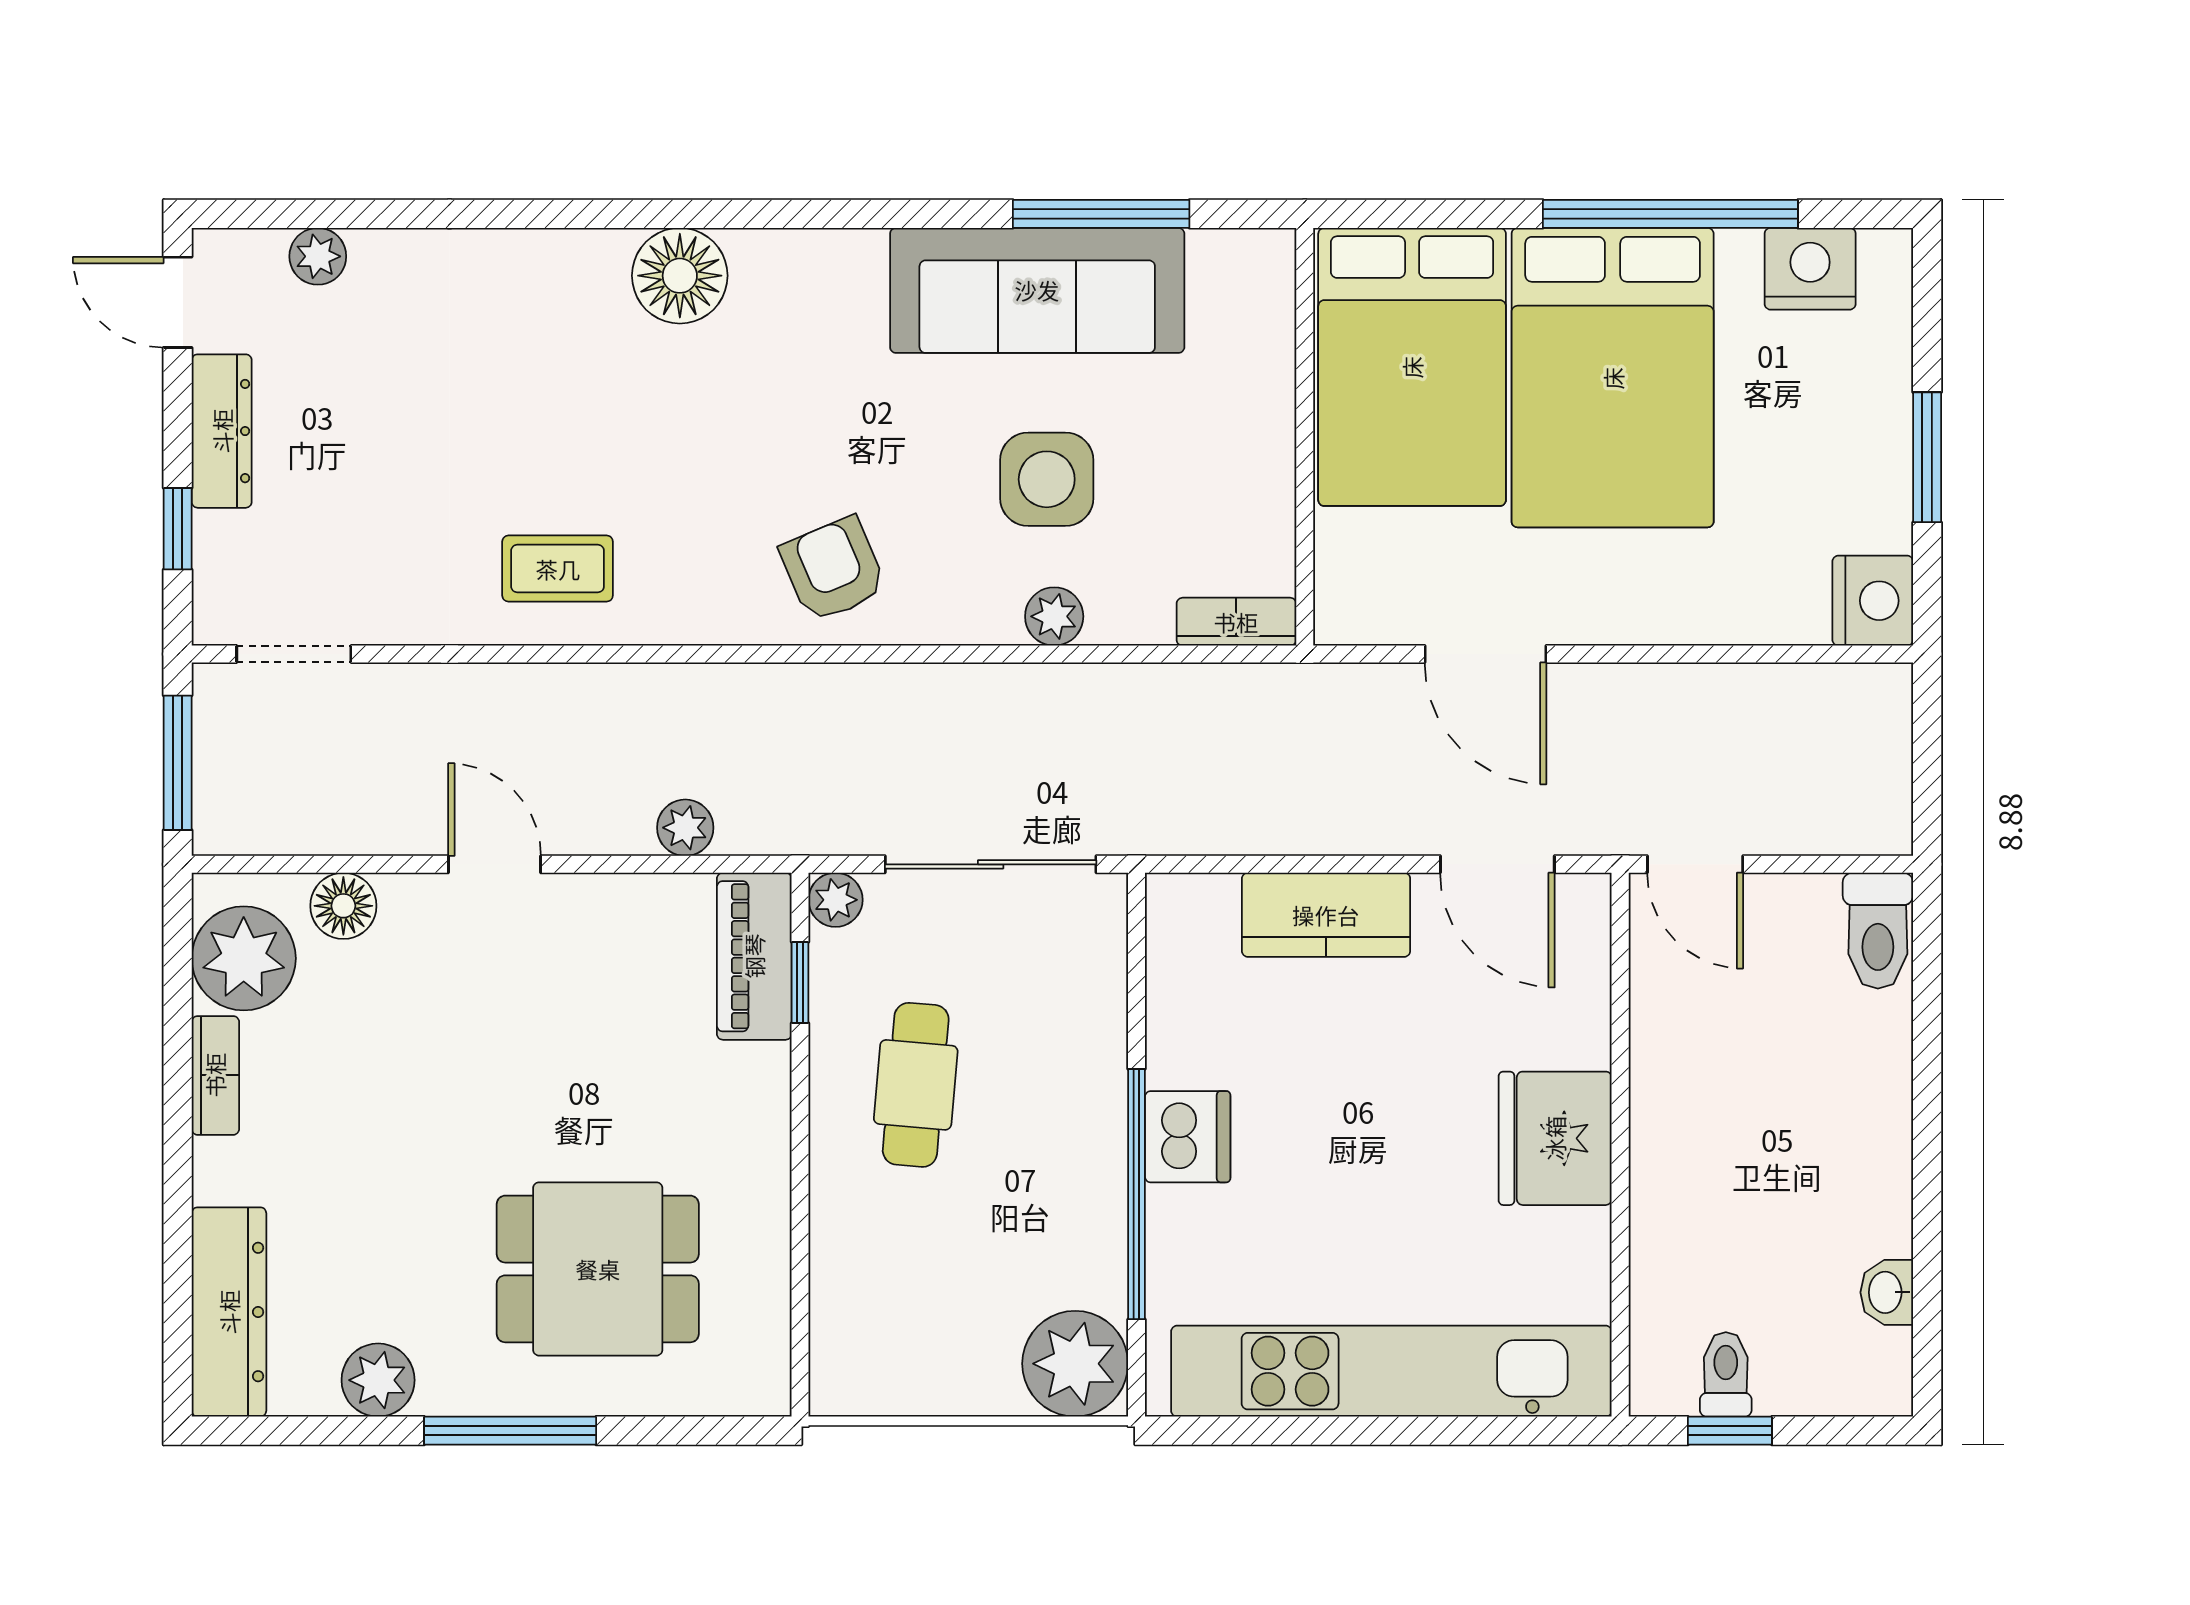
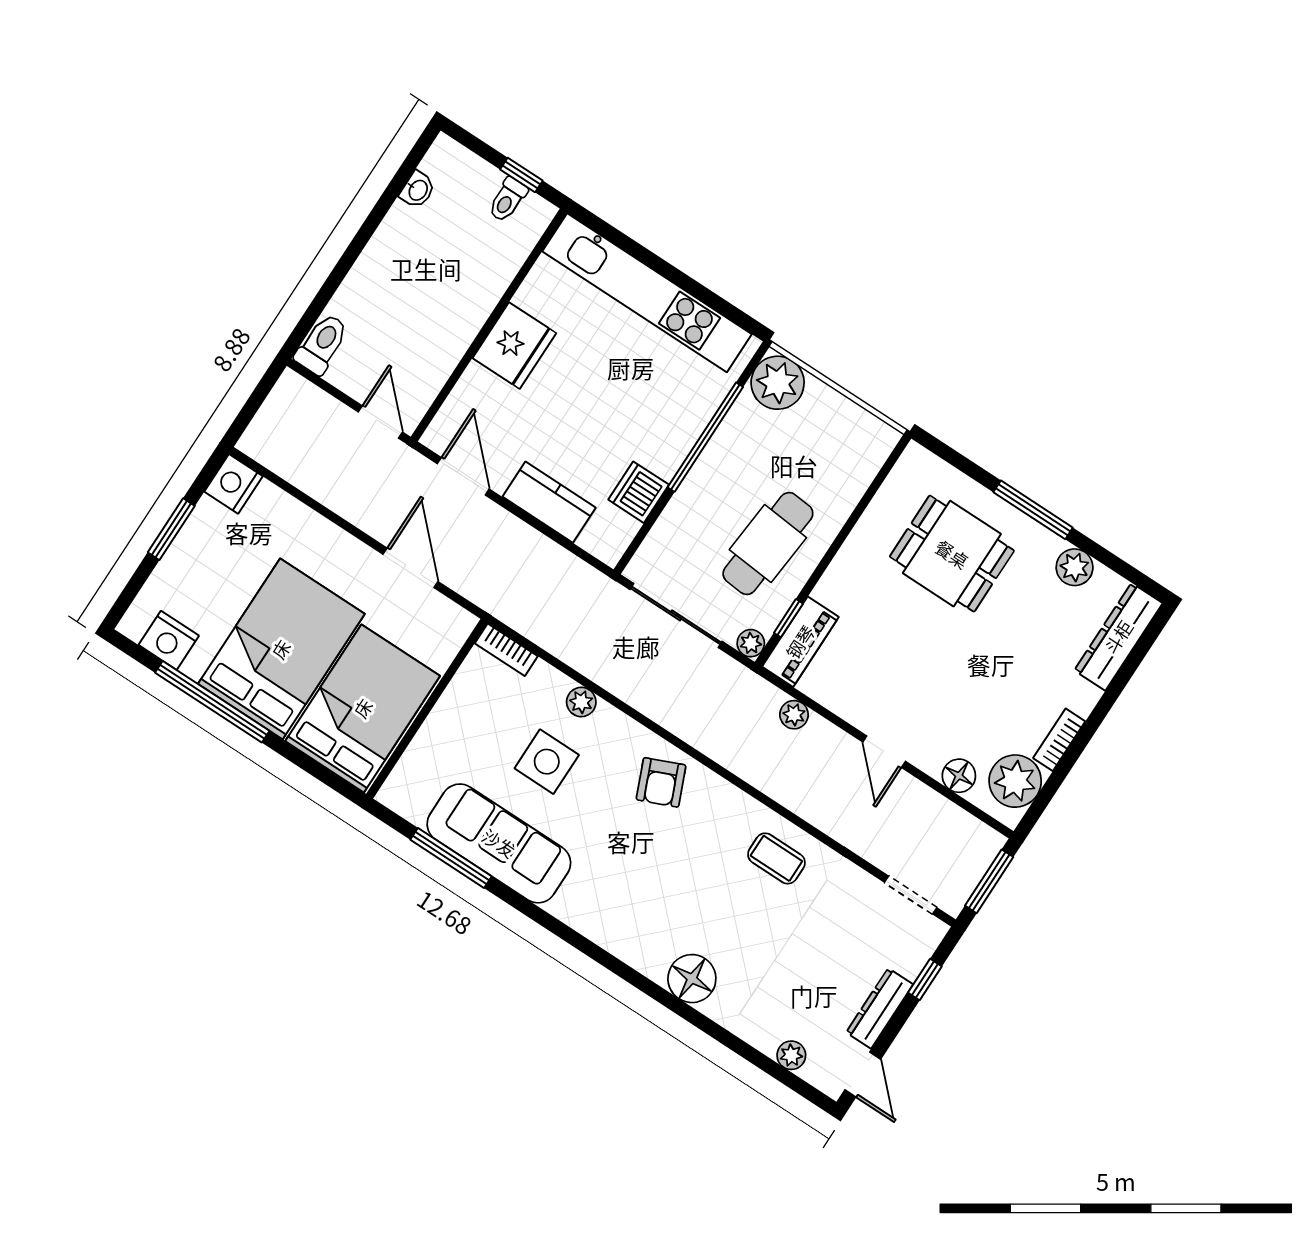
floor lamp: (680, 276) -> (692, 979), moved
cafe table: (916, 1085) -> (768, 544), width x1.37, depth x1.35
dishwasher: (1188, 1137) -> (639, 492), moved

